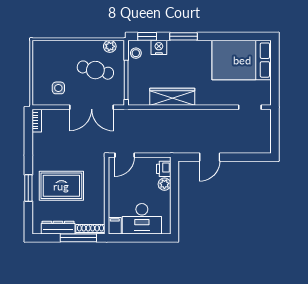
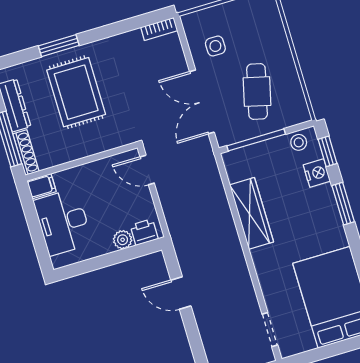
plant: (110, 46) -> (297, 102), removed

